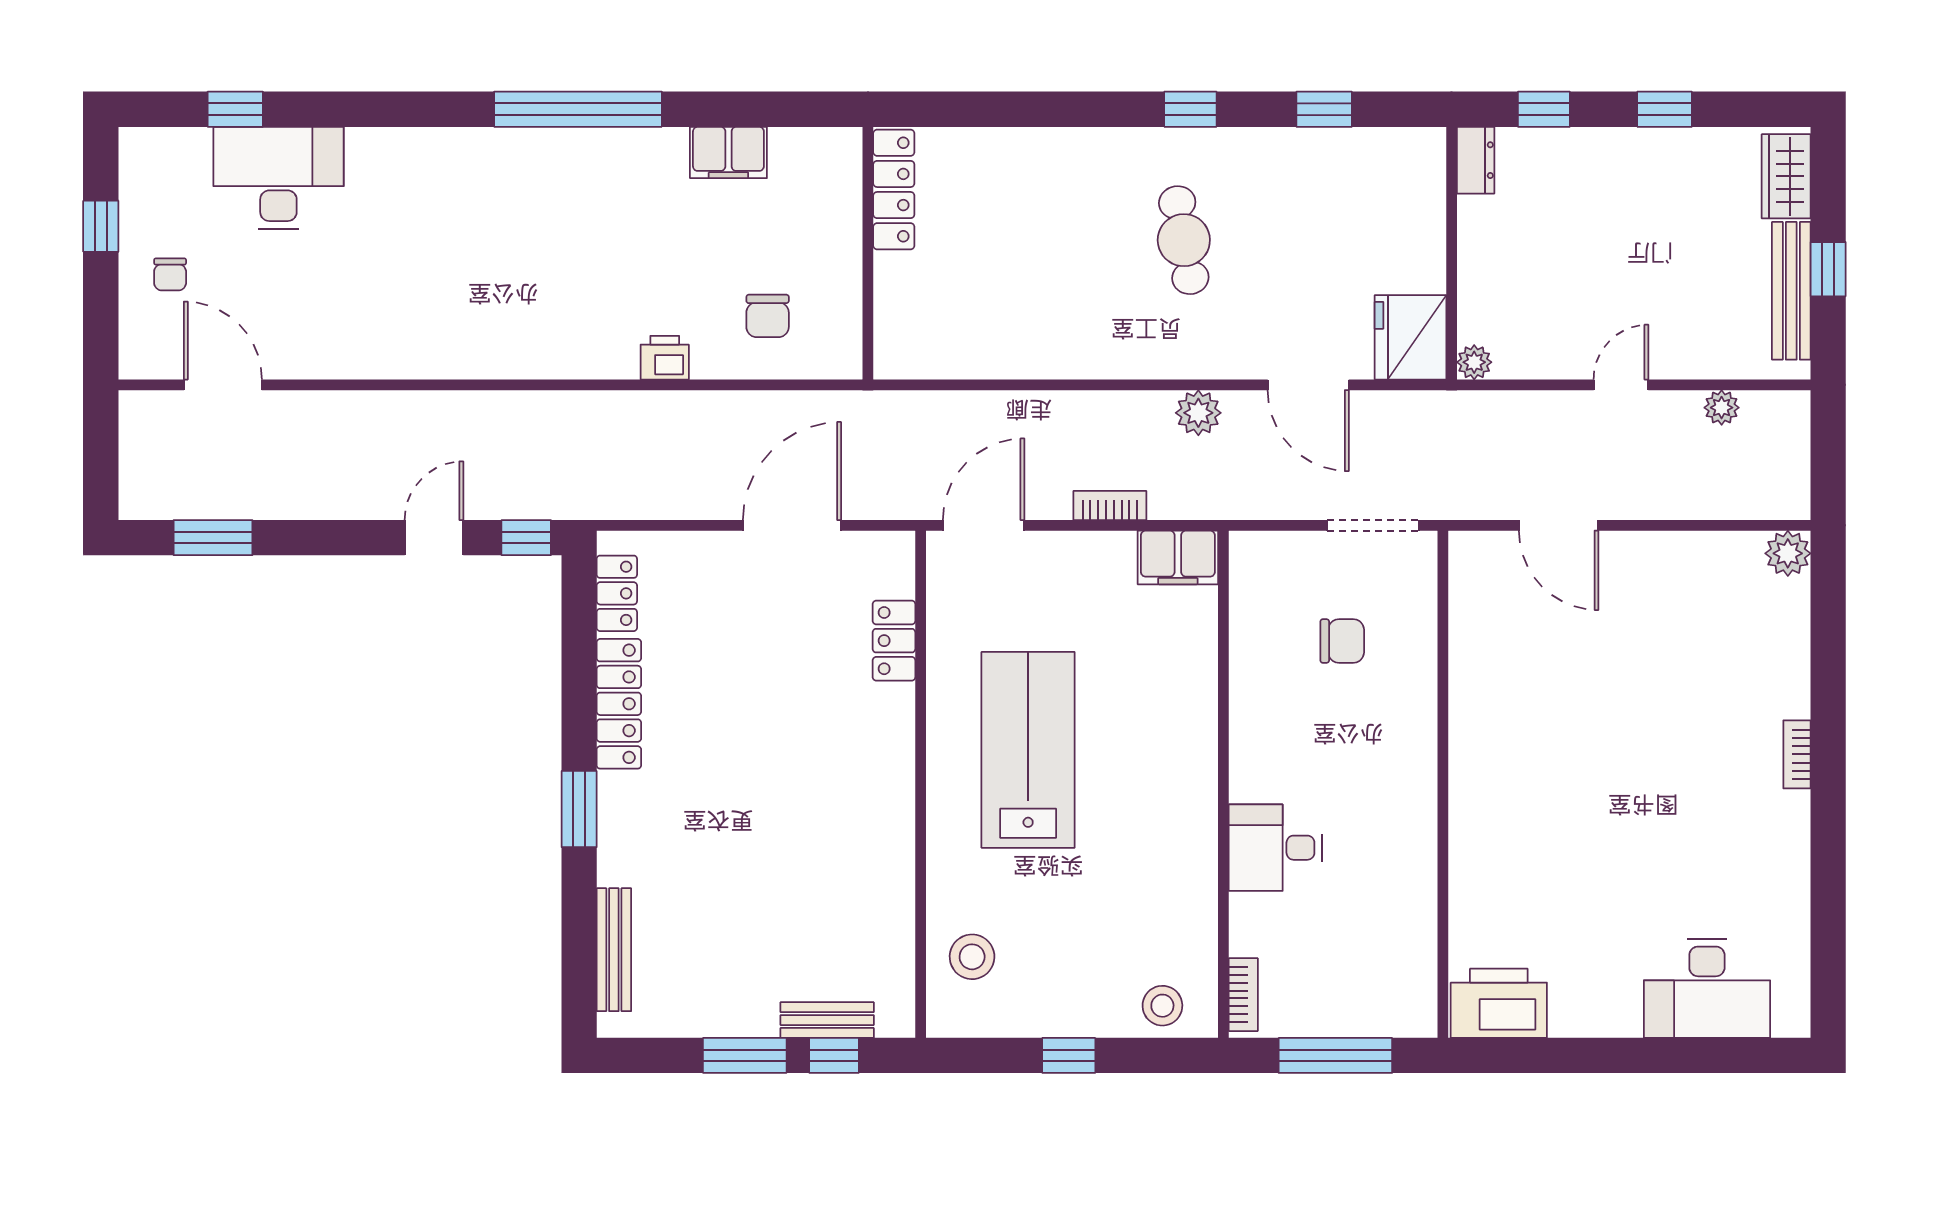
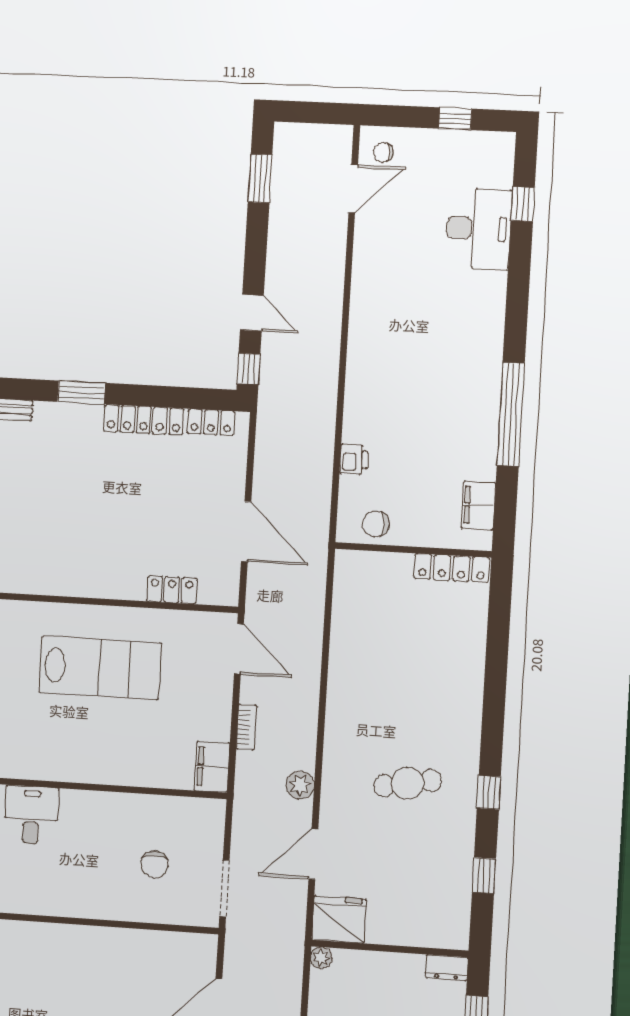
locker: (894, 189) -> (452, 568), moved
wall: (868, 253) -> (413, 550), moved
chair: (170, 274) -> (383, 153), moved

